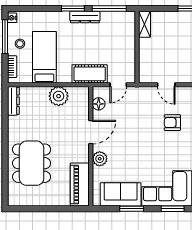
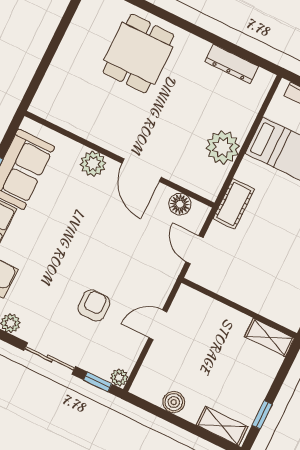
cot: (90, 74) -> (234, 204), width x0.73, depth x0.75
dresser: (13, 101) -> (232, 64), moved
dining table: (32, 163) -> (138, 54), width x0.73
piano: (80, 185) -> (68, 113), removed

